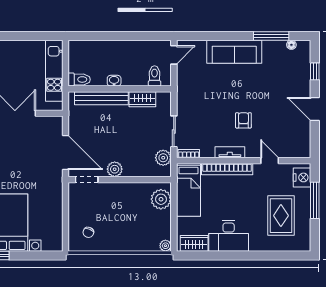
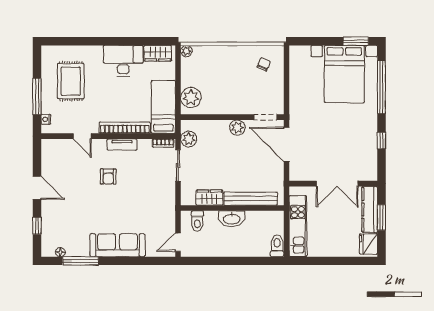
toilet: (79, 79) -> (277, 246), moved, turned 90
washbasin: (114, 81) -> (232, 219), width x1.91, depth x1.45
nightstand: (302, 177) -> (46, 119), width x0.53, depth x0.56

